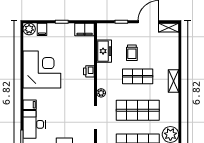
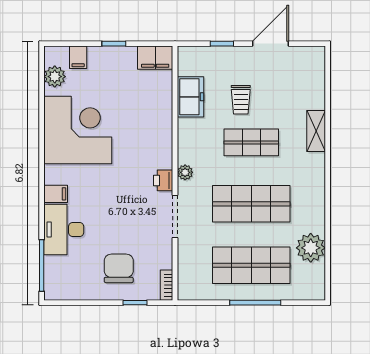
shelving: (169, 28) -> (307, 54), removed
plant: (29, 29) -> (55, 77), moved
printer: (89, 71) -> (163, 180), moved
shelving: (173, 81) -> (316, 131), moved

